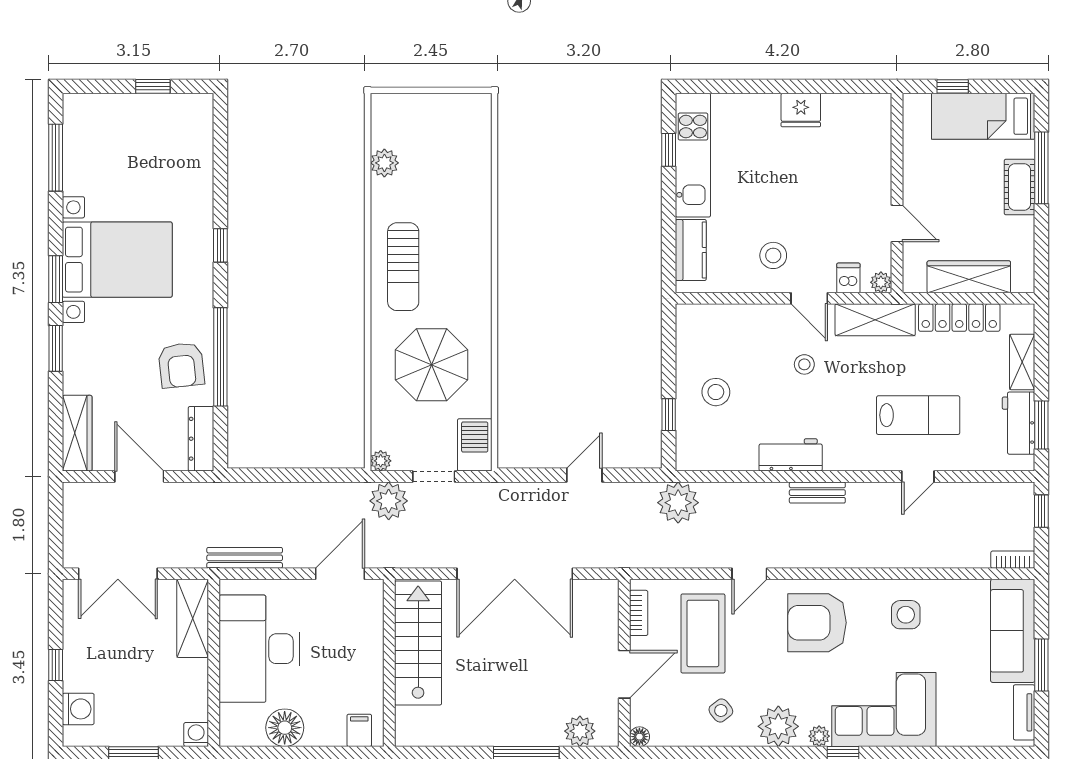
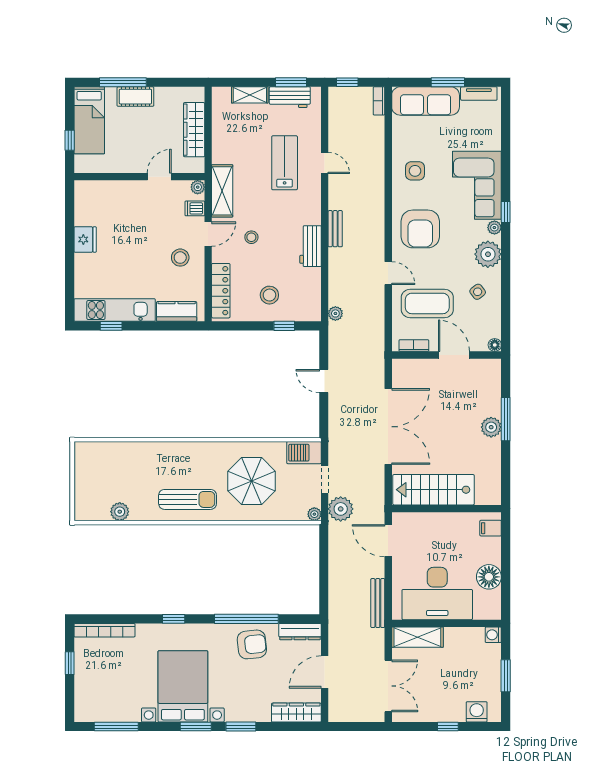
bookcase: (203, 140) -> (104, 630), added
locker: (959, 318) -> (221, 291), moved
plant: (678, 503) -> (335, 313), width x0.53, depth x0.53
plant: (580, 731) -> (491, 427), moved

